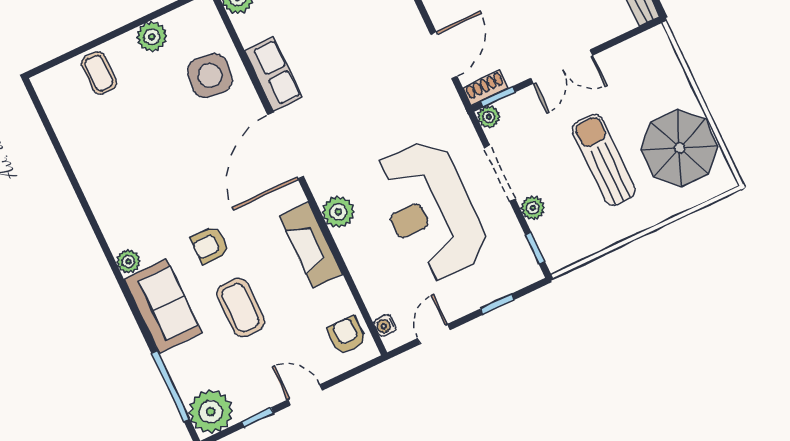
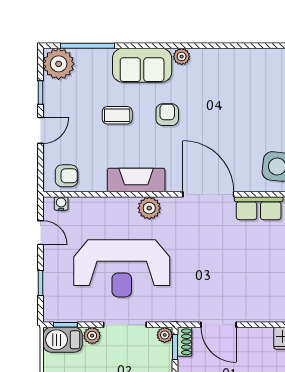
reception desk: (430, 211) -> (122, 268), turned 180
barbecue: (555, 242) -> (63, 340), added
coffee table: (240, 307) -> (117, 115), width x0.73, depth x0.77

